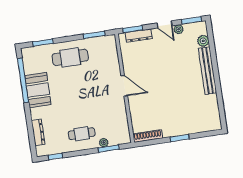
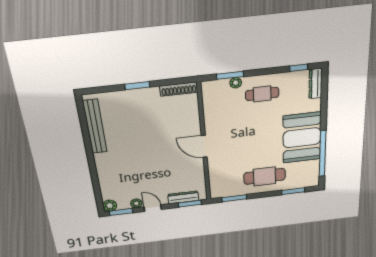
plant: (203, 41) -> (110, 206), moved
bench: (208, 71) -> (95, 127), moved
booth: (38, 90) -> (302, 138), width x1.36, depth x1.42
dresser: (38, 132) -> (316, 84), moved

